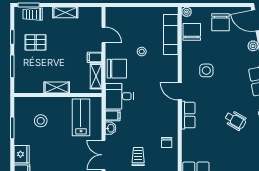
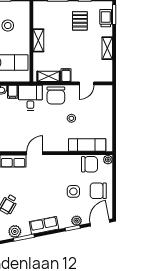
side table: (206, 70) -> (73, 191), moved

